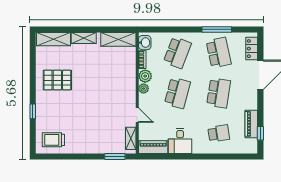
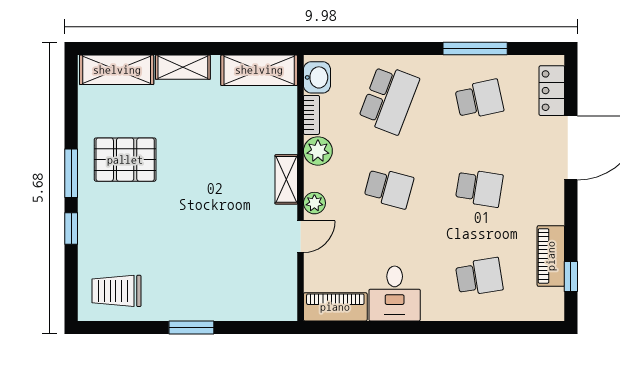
school desk: (219, 53) -> (479, 99), width x0.54
window: (33, 86) -> (71, 173), added
plant: (144, 88) -> (314, 203), moved
school desk: (177, 93) -> (389, 188), width x0.54
school desk: (219, 93) -> (479, 188), width x0.54
door: (137, 115) -> (300, 237), hinge flipped
shelving: (131, 138) -> (286, 179), moved
window: (115, 156) -> (191, 327), moved

